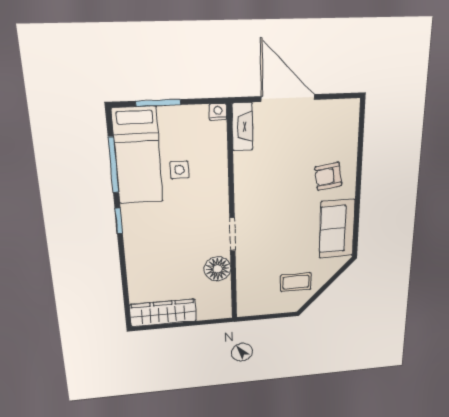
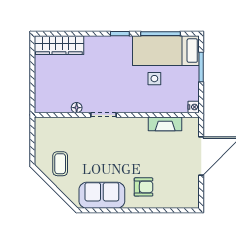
fireplace: (242, 127) -> (165, 124), moved
armchair: (328, 176) -> (144, 187), turned 98
floor lamp: (218, 269) -> (77, 108), width x0.53, depth x0.53
wardrobe: (163, 313) -> (59, 45), moved, turned 90

